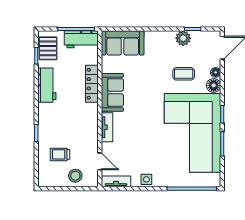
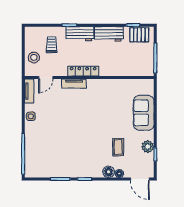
workbench: (81, 39) -> (80, 34), moved, turned -90
sofa: (123, 43) -> (144, 113), moved
locker: (92, 84) -> (83, 71), moved
sofa: (112, 92) -> (103, 88), removed
corner sofa: (192, 133) -> (69, 154), removed

